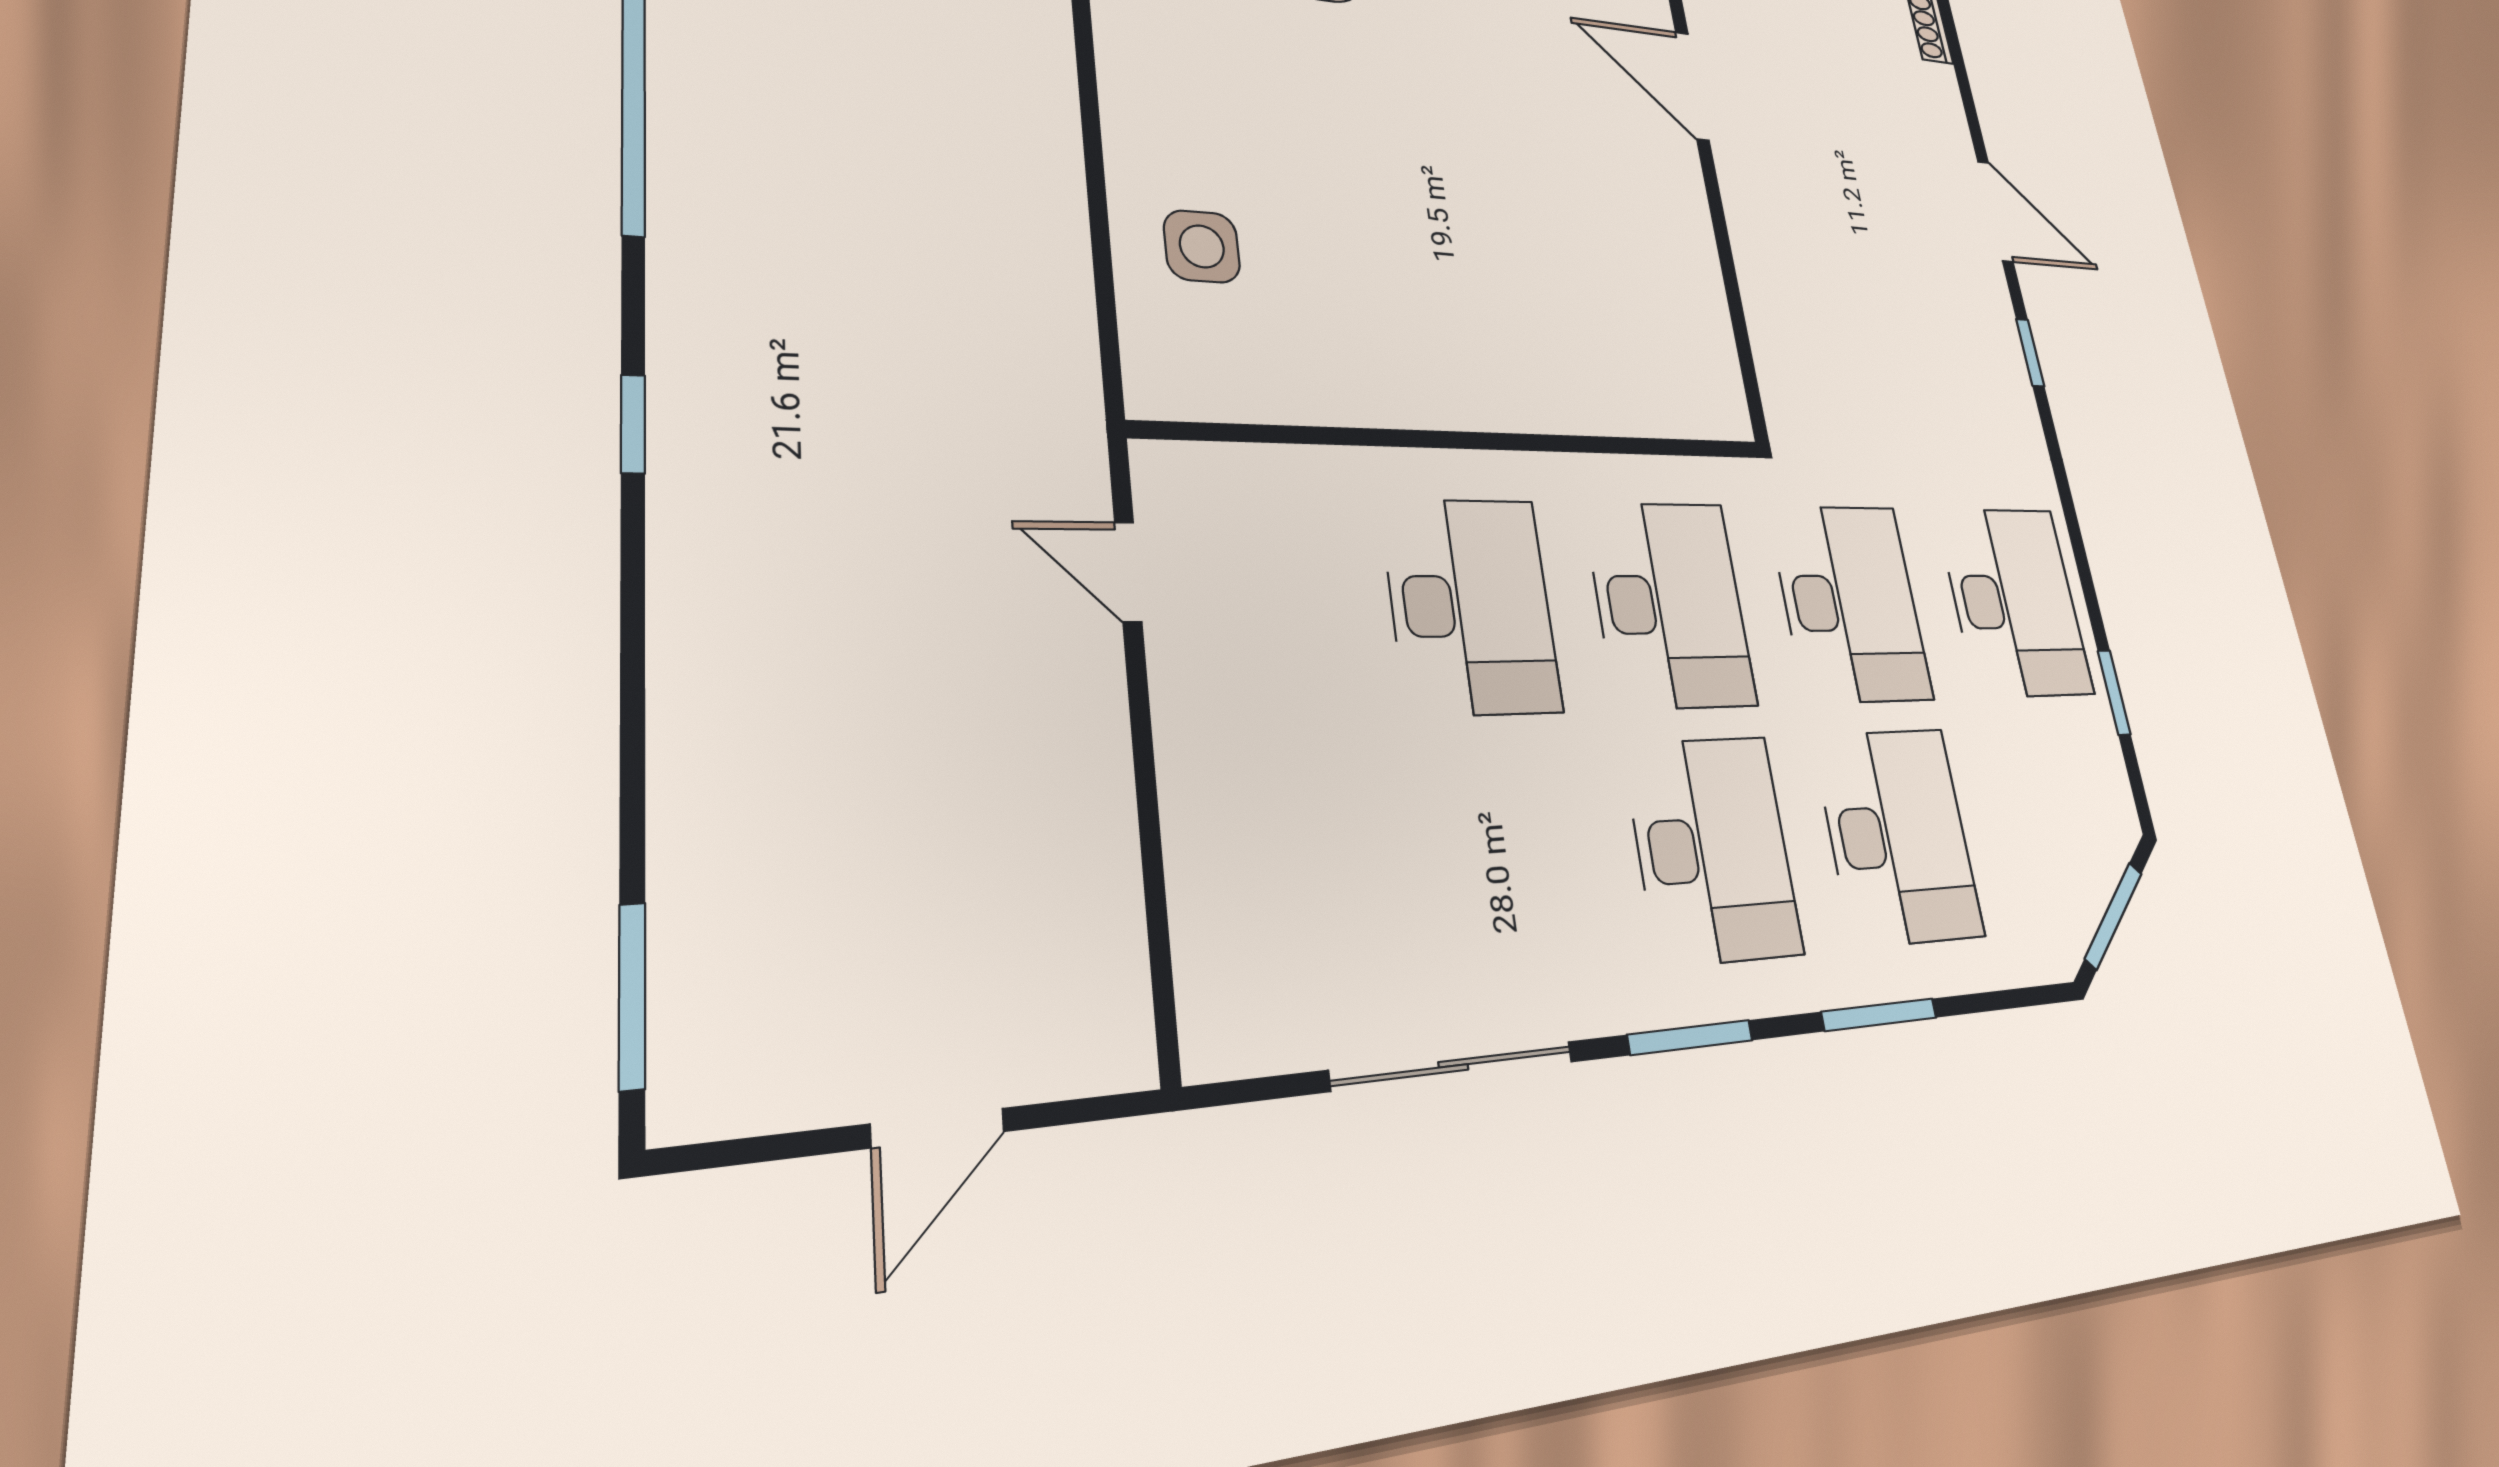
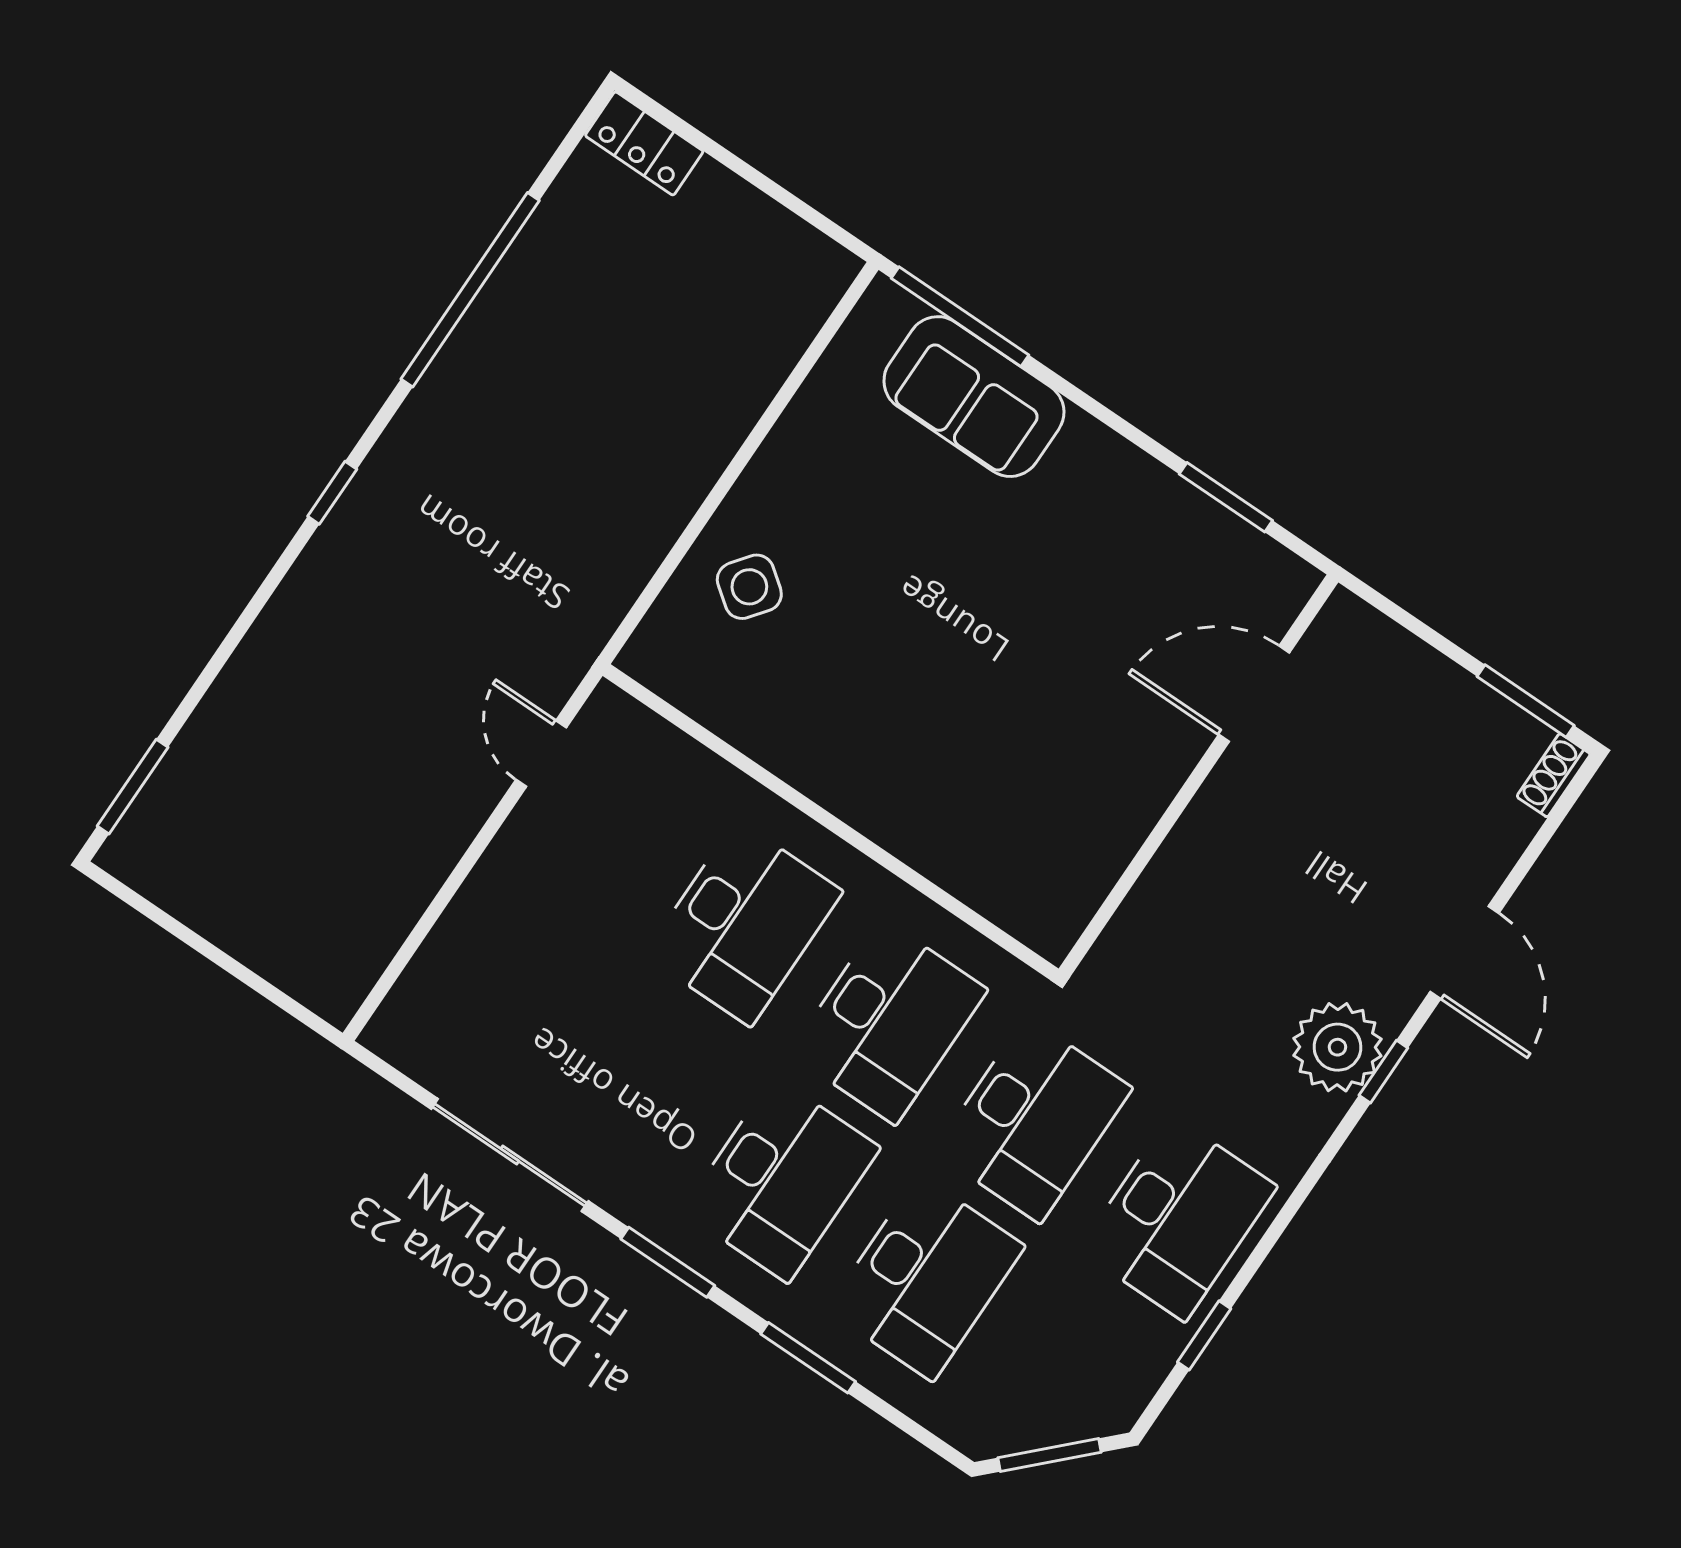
door: (1692, 86) -> (1254, 694), hinge flipped
side table: (1202, 246) -> (749, 587), turned 37
plant: (1988, 356) -> (1337, 1047), added
door: (938, 1128) -> (222, 960), removed

